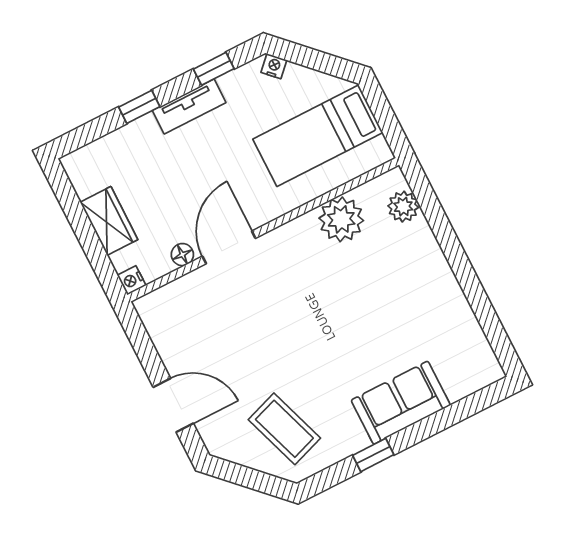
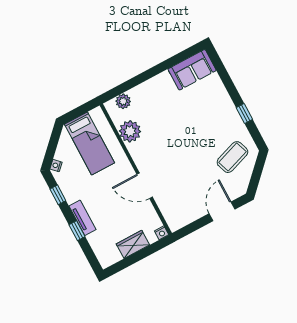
tv unit: (189, 107) -> (83, 218), moved
floor lamp: (182, 255) -> (149, 208), removed
sofa: (401, 403) -> (192, 70), moved, turned -90

